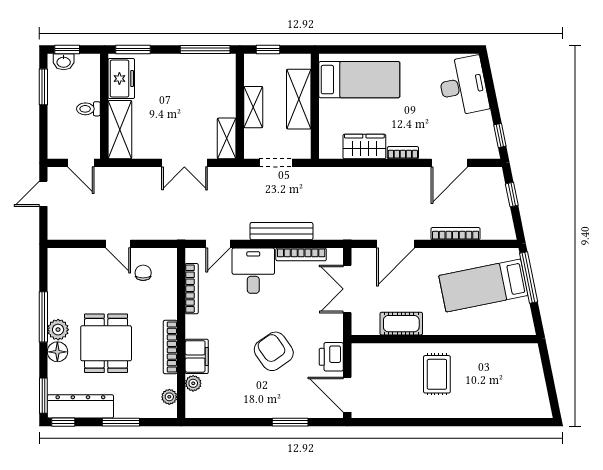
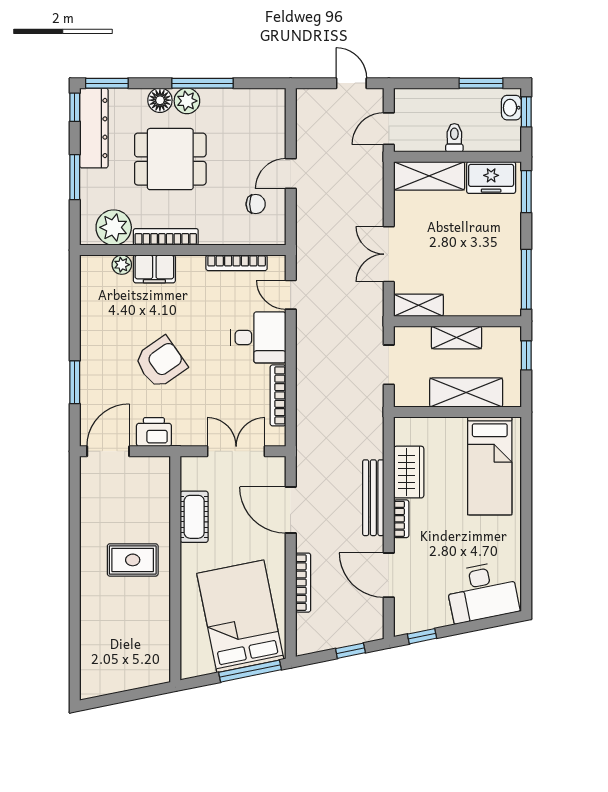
bench: (281, 231) -> (373, 498), moved
bed: (483, 286) -> (240, 616), width x1.50
plant: (169, 397) -> (114, 227), width x1.88, depth x1.88

